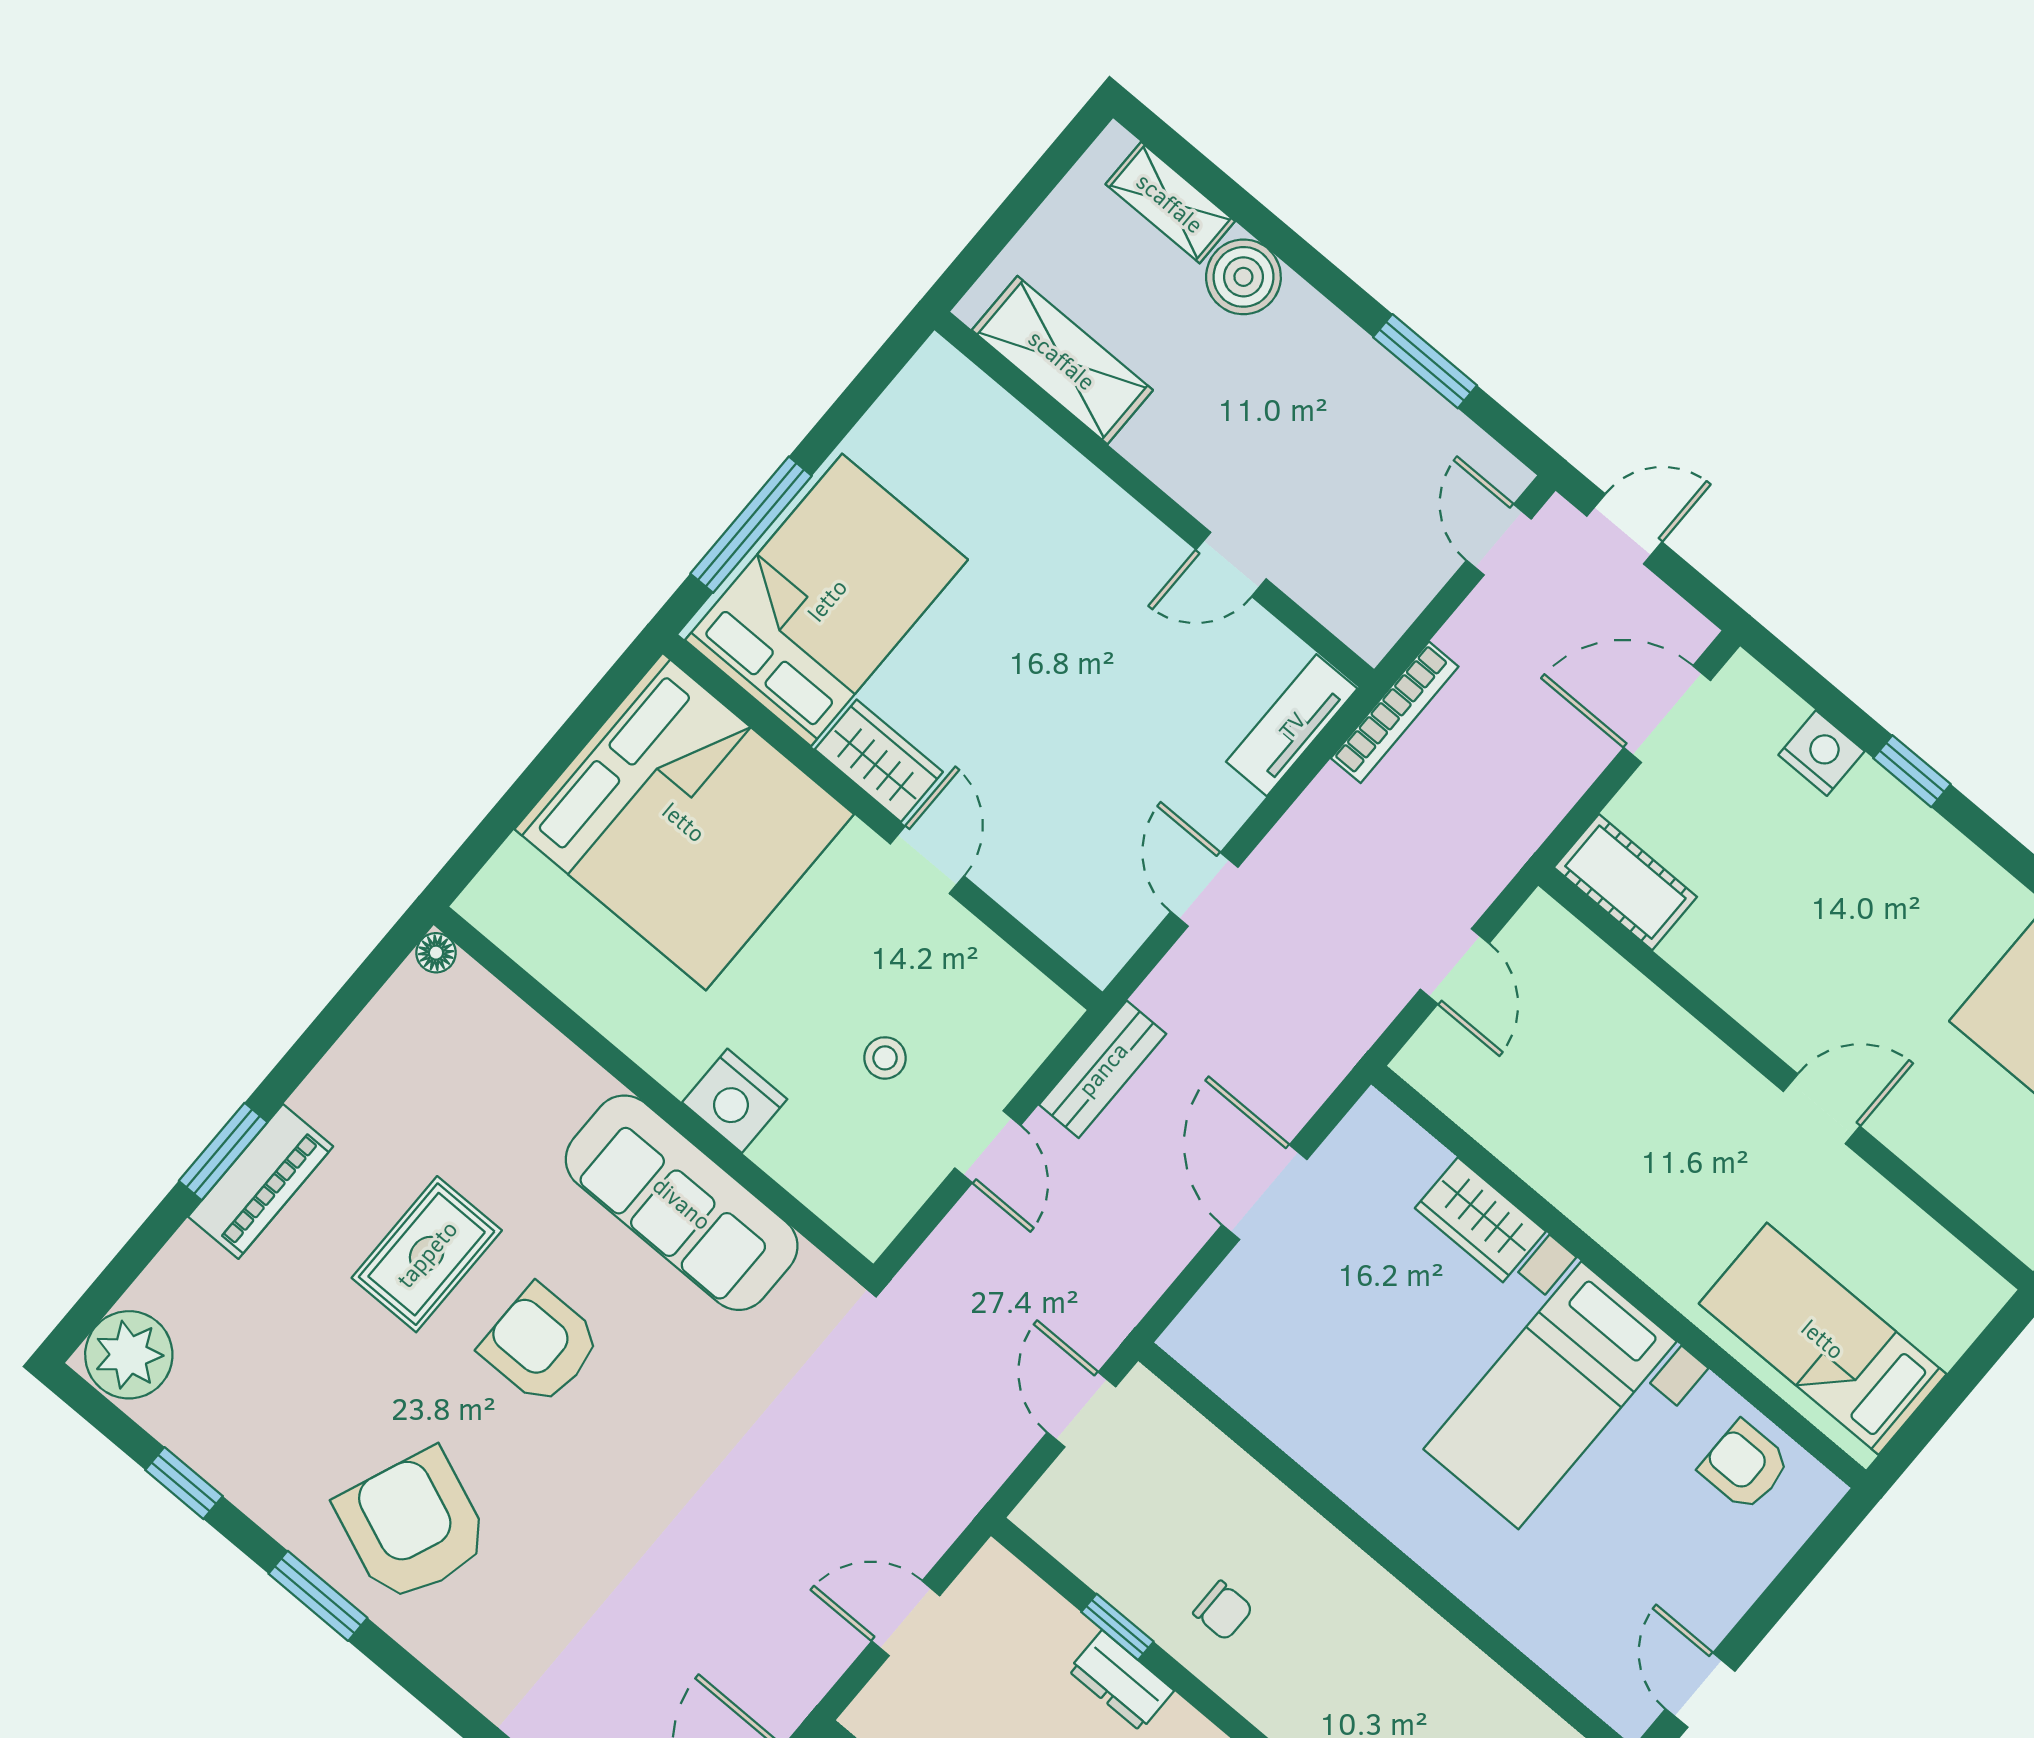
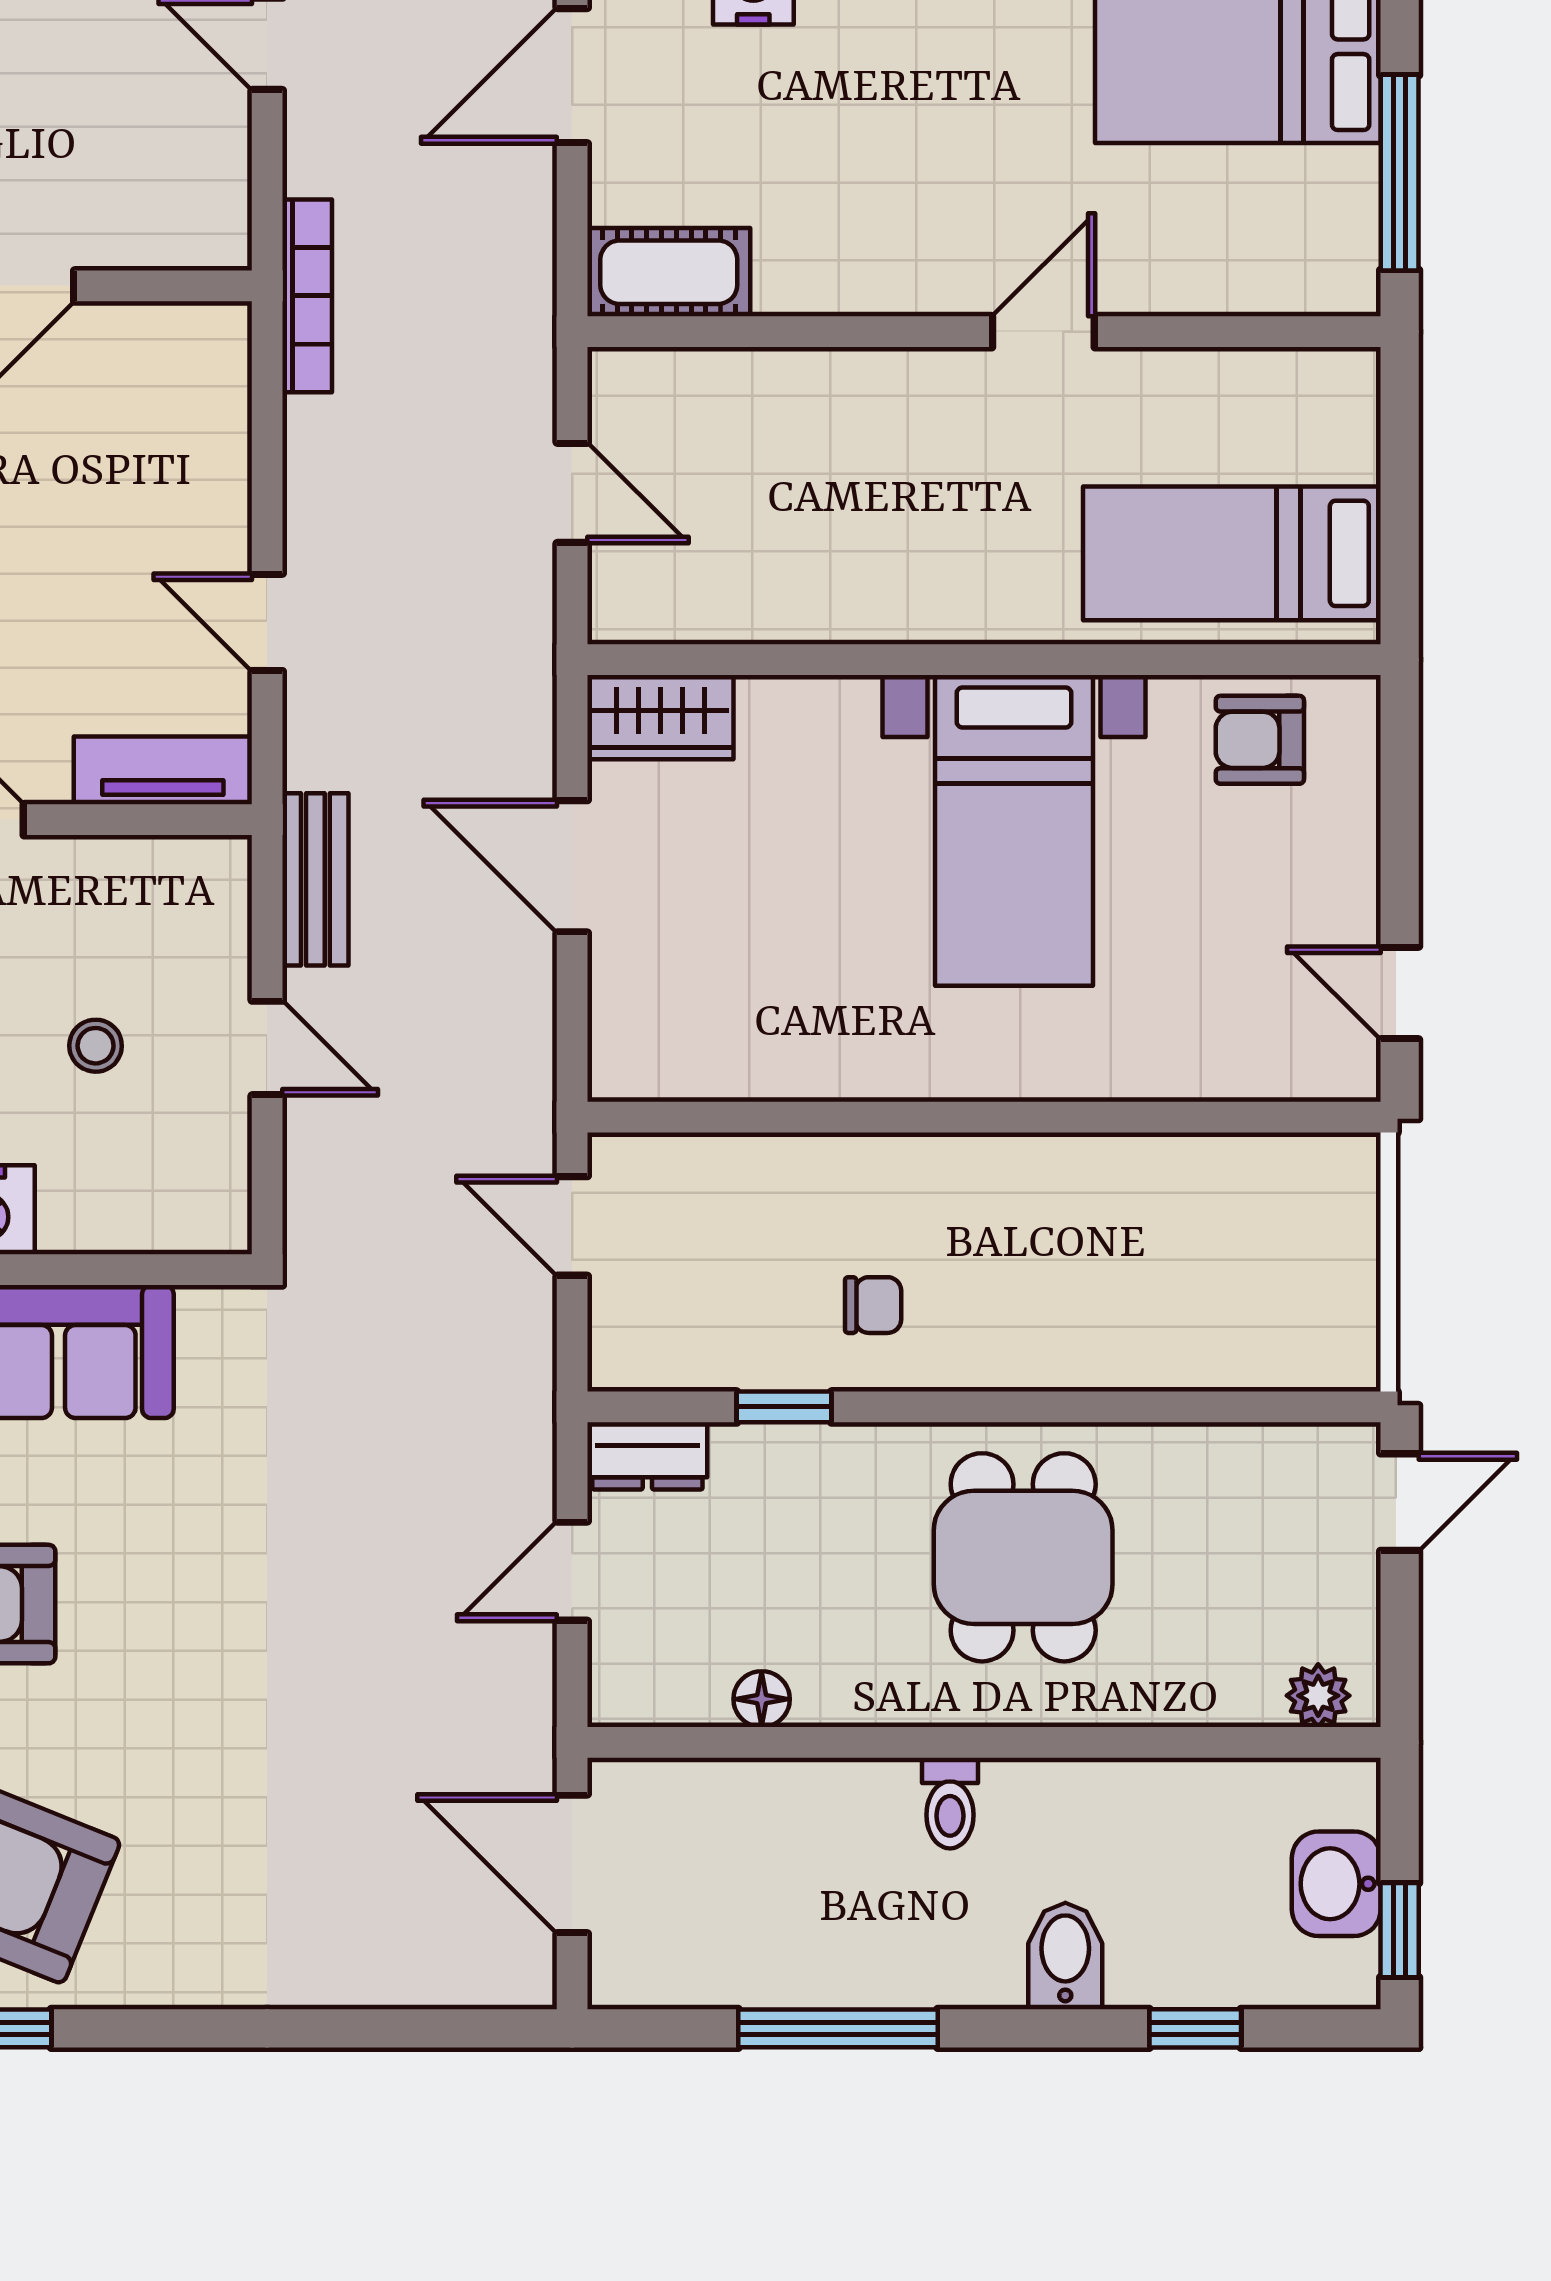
tv unit: (1292, 725) -> (163, 770), moved, turned 90
wardrobe: (1480, 1220) -> (660, 717), moved
dresser: (1121, 1681) -> (647, 1456), moved

